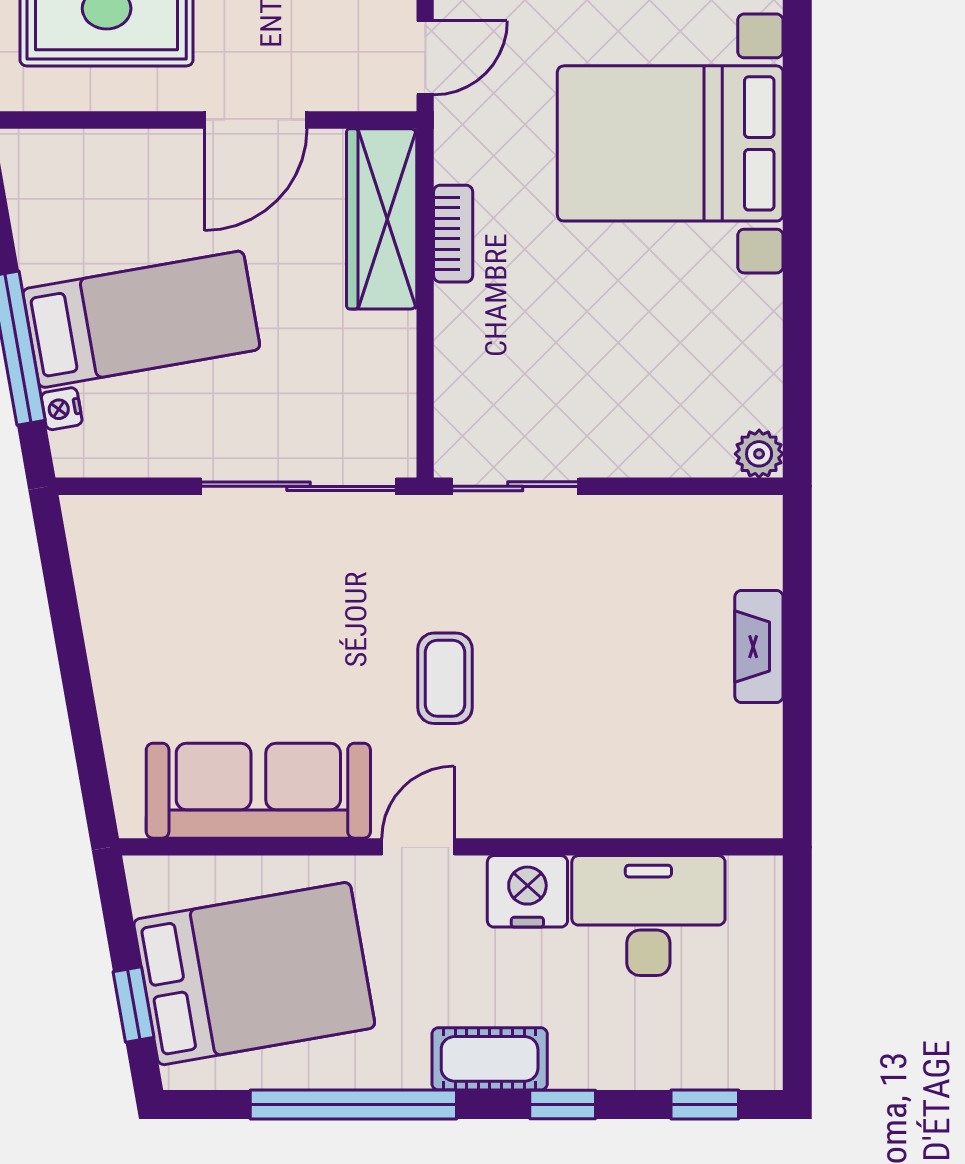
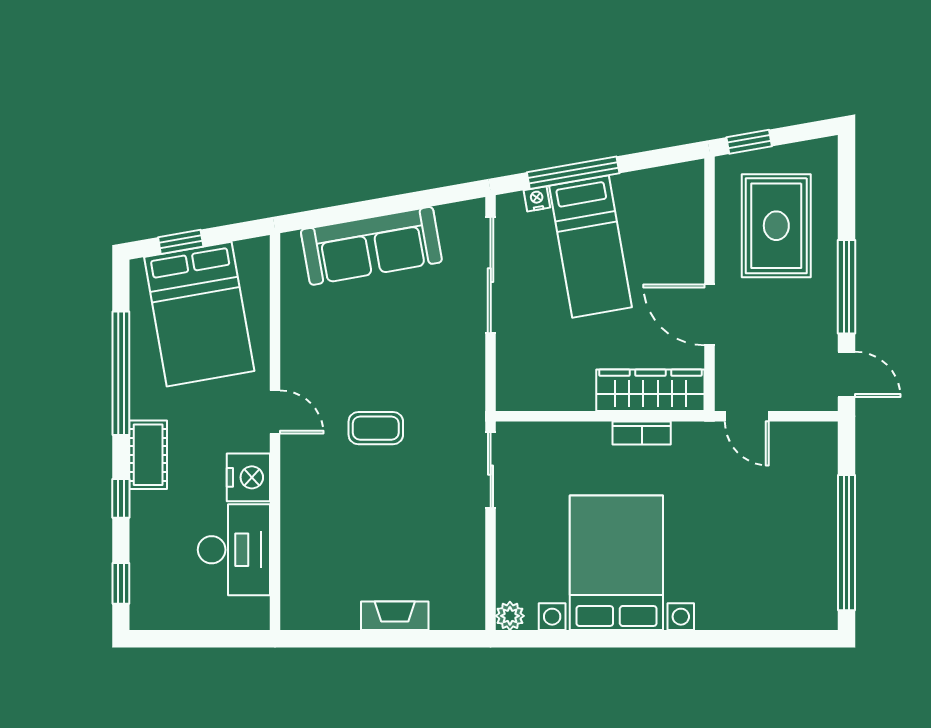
bed with nightstands: (670, 143) -> (616, 563), moved
sliding door: (299, 486) -> (491, 275), moved
sofa: (258, 791) -> (371, 246), moved, turned 80

